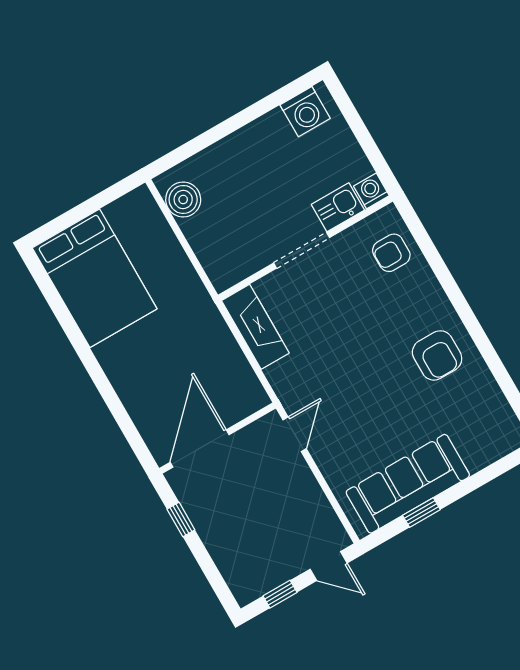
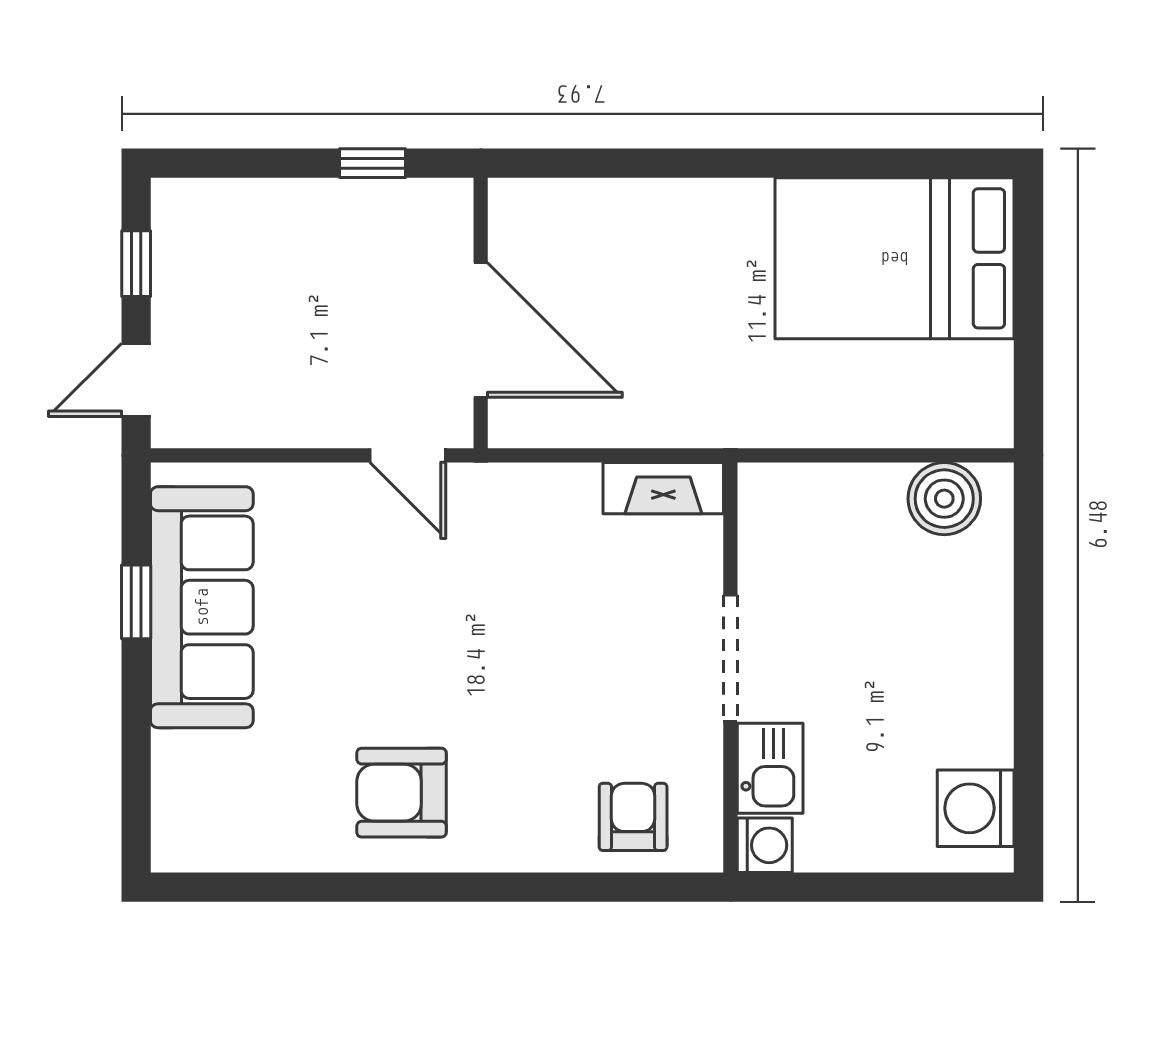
fireplace: (255, 327) -> (663, 488), width x0.73, depth x0.76
door: (200, 448) -> (481, 330), moved

